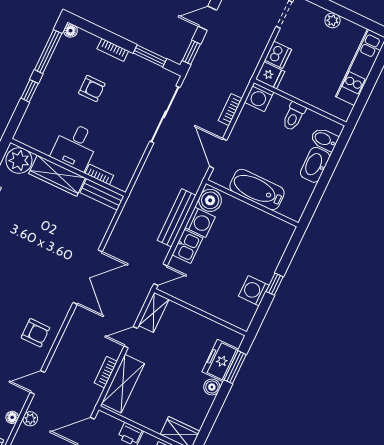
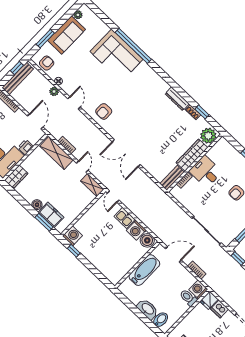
toilet: (294, 116) -> (188, 298), moved
bench: (177, 218) -> (144, 217), removed
window: (275, 284) -> (74, 251), moved
washing machine: (254, 291) -> (73, 236), moved

